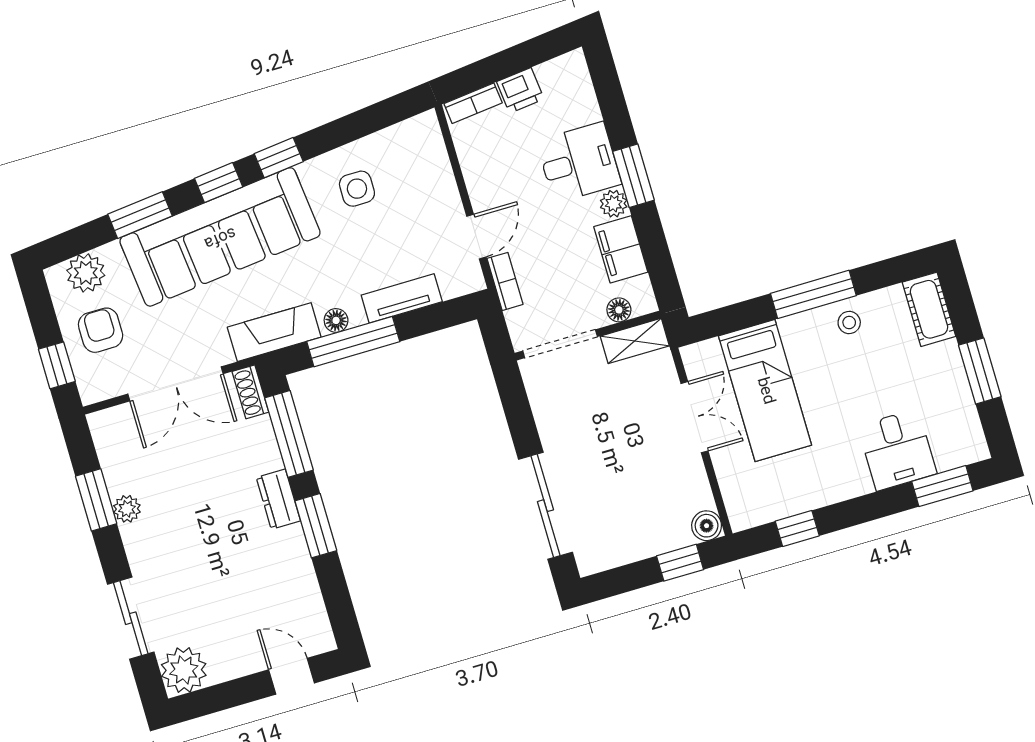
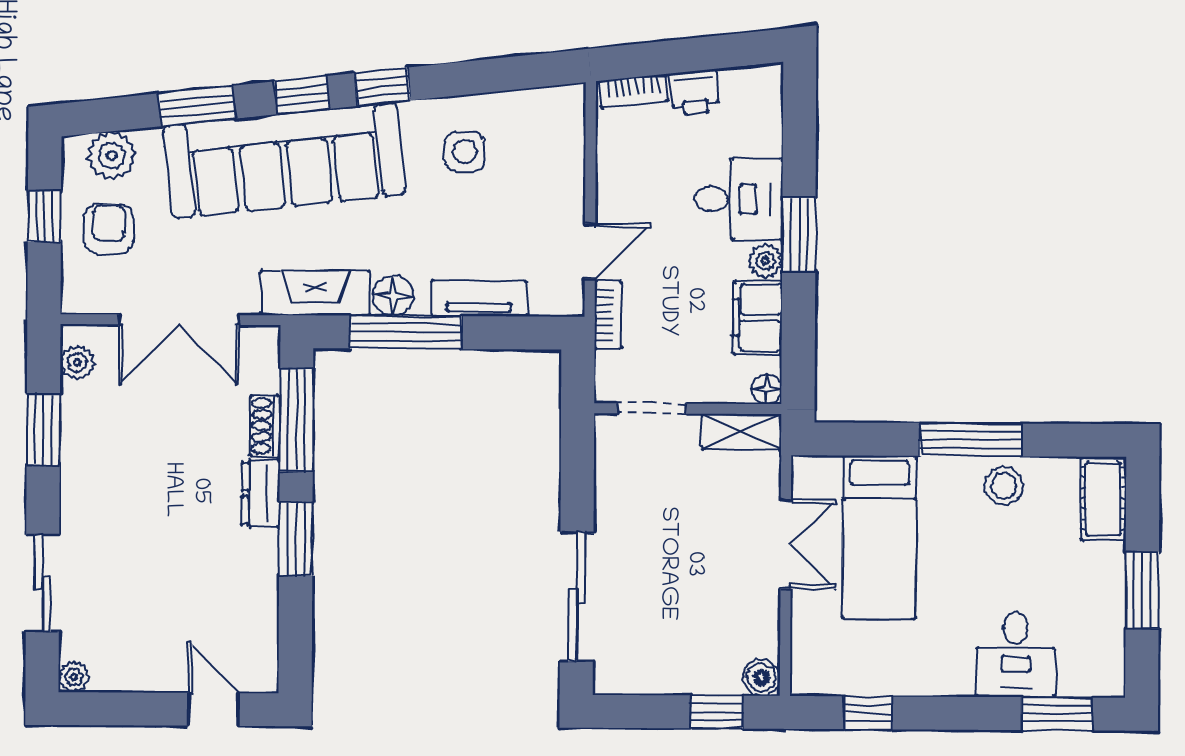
floor lamp: (619, 310) -> (767, 389), moved
floor lamp: (336, 320) -> (393, 296), width x1.37, depth x1.37
stool: (849, 322) -> (1004, 486), width x1.37, depth x1.37
doorway: (560, 344) -> (652, 408), width x0.73
window: (57, 365) -> (44, 216), moved
shoe rack: (250, 392) -> (265, 426), moved
plant: (127, 509) -> (77, 363), moved
plant: (184, 670) -> (74, 677), width x0.53, depth x0.53

